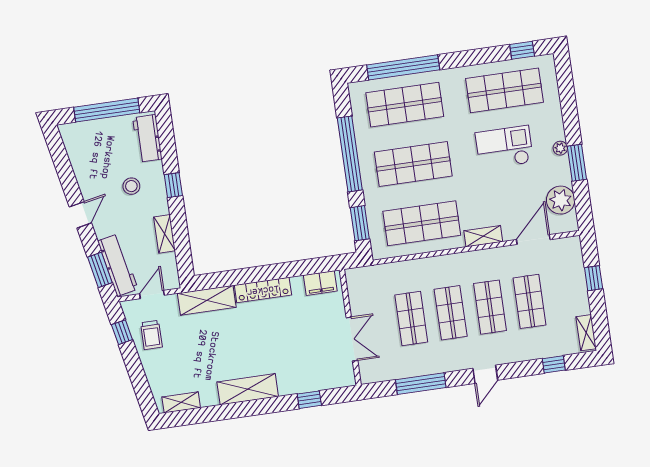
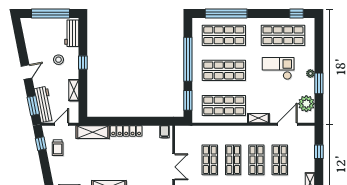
filing cabinet: (320, 283) -> (165, 132), width x0.50

